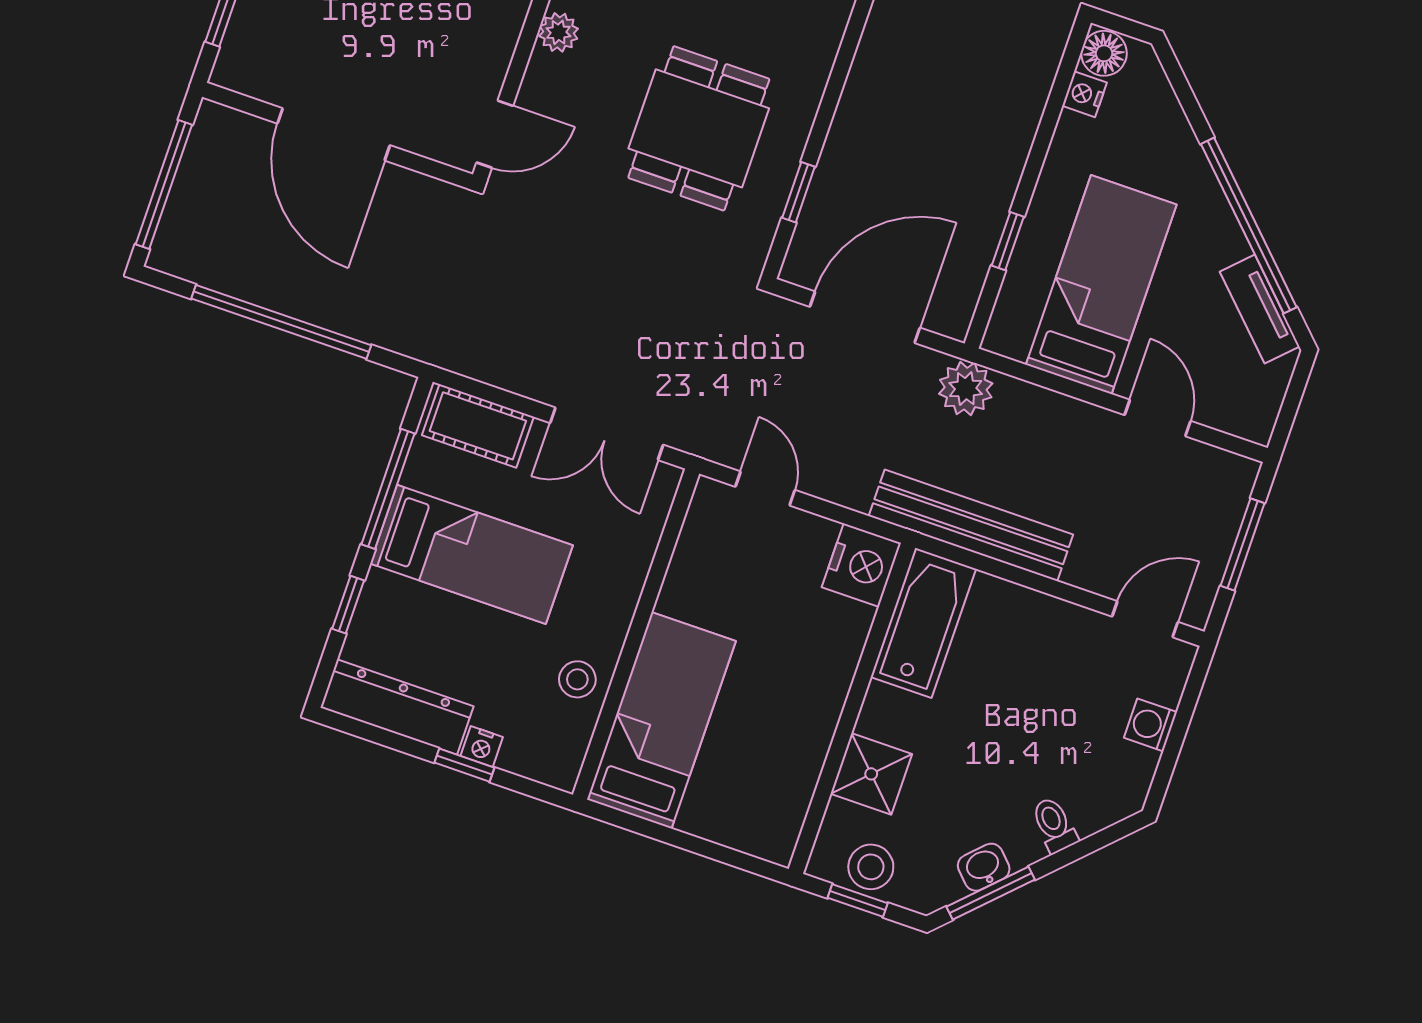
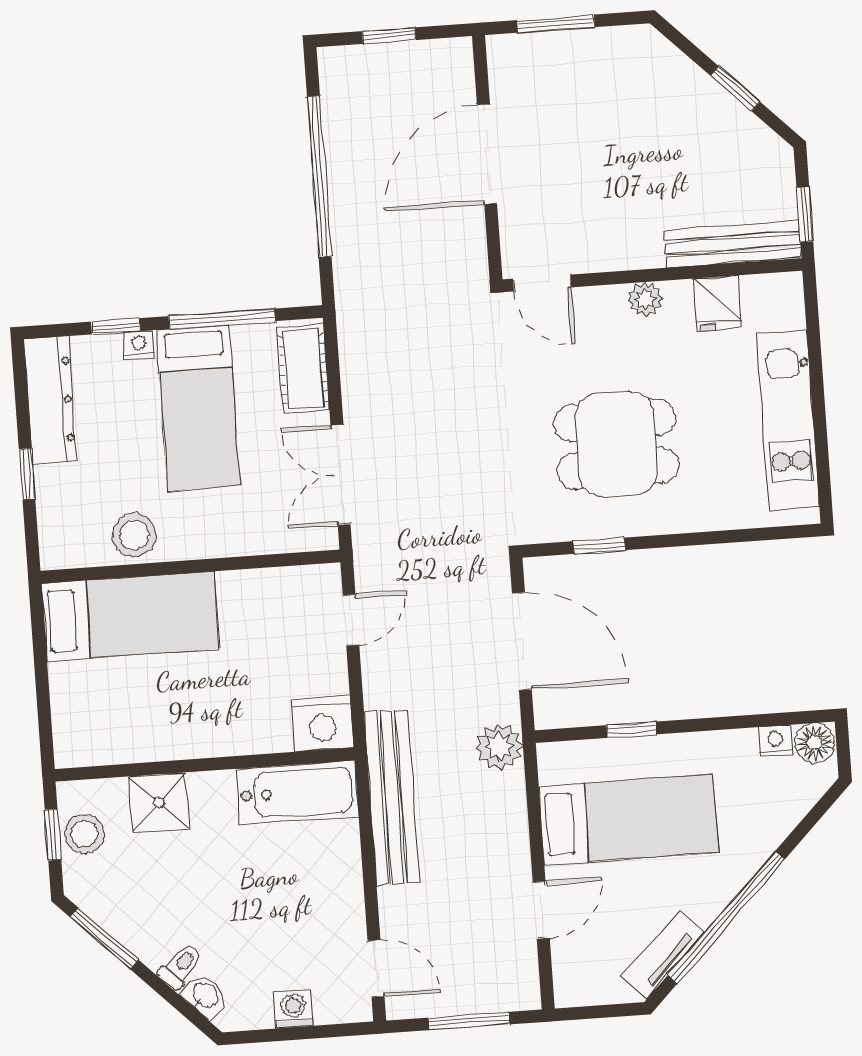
window: (164, 184) -> (389, 36), width x0.46
stool: (577, 679) -> (134, 535), width x1.37, depth x1.37
nightstand: (482, 746) -> (139, 345), moved, turned 90
washbasin: (984, 867) -> (205, 995), moved

